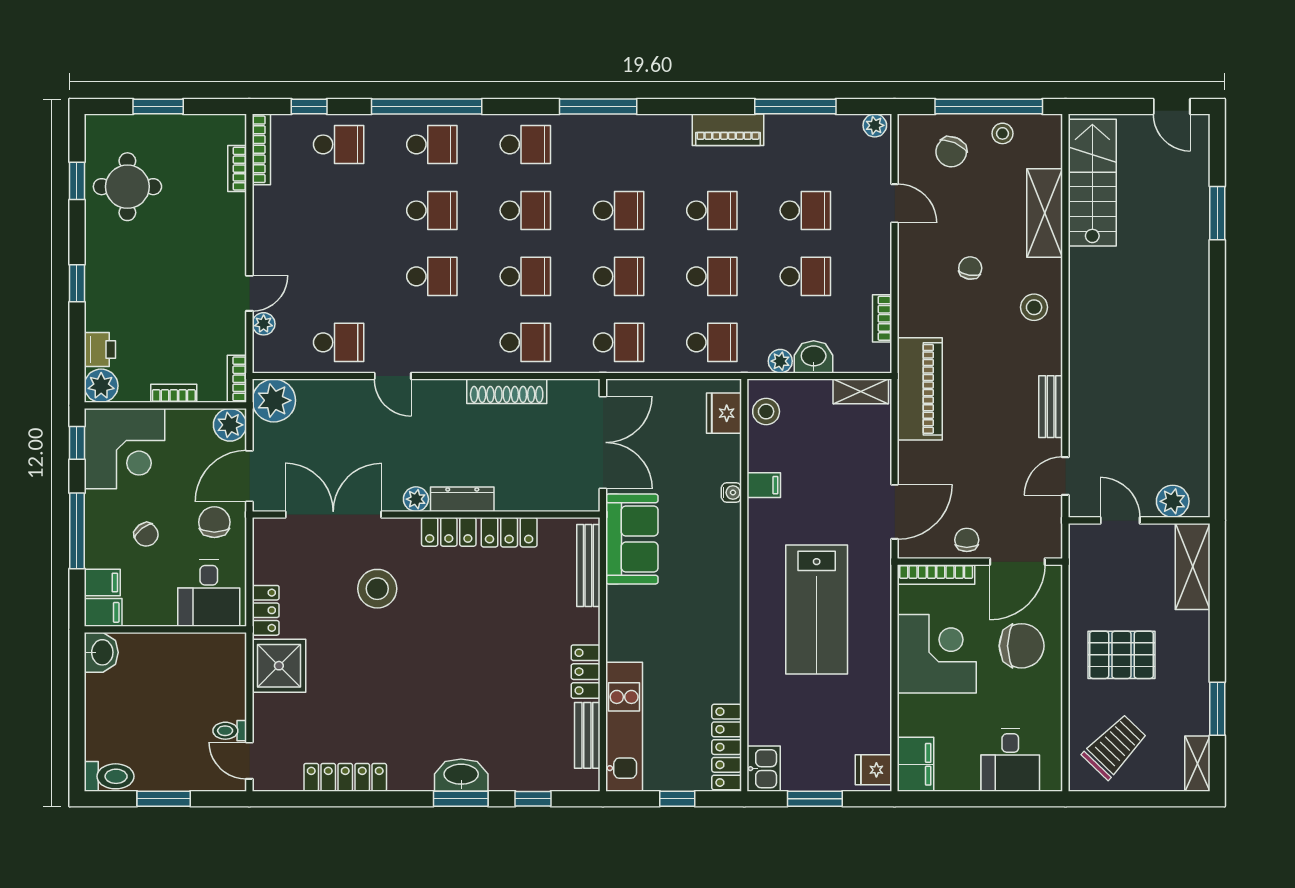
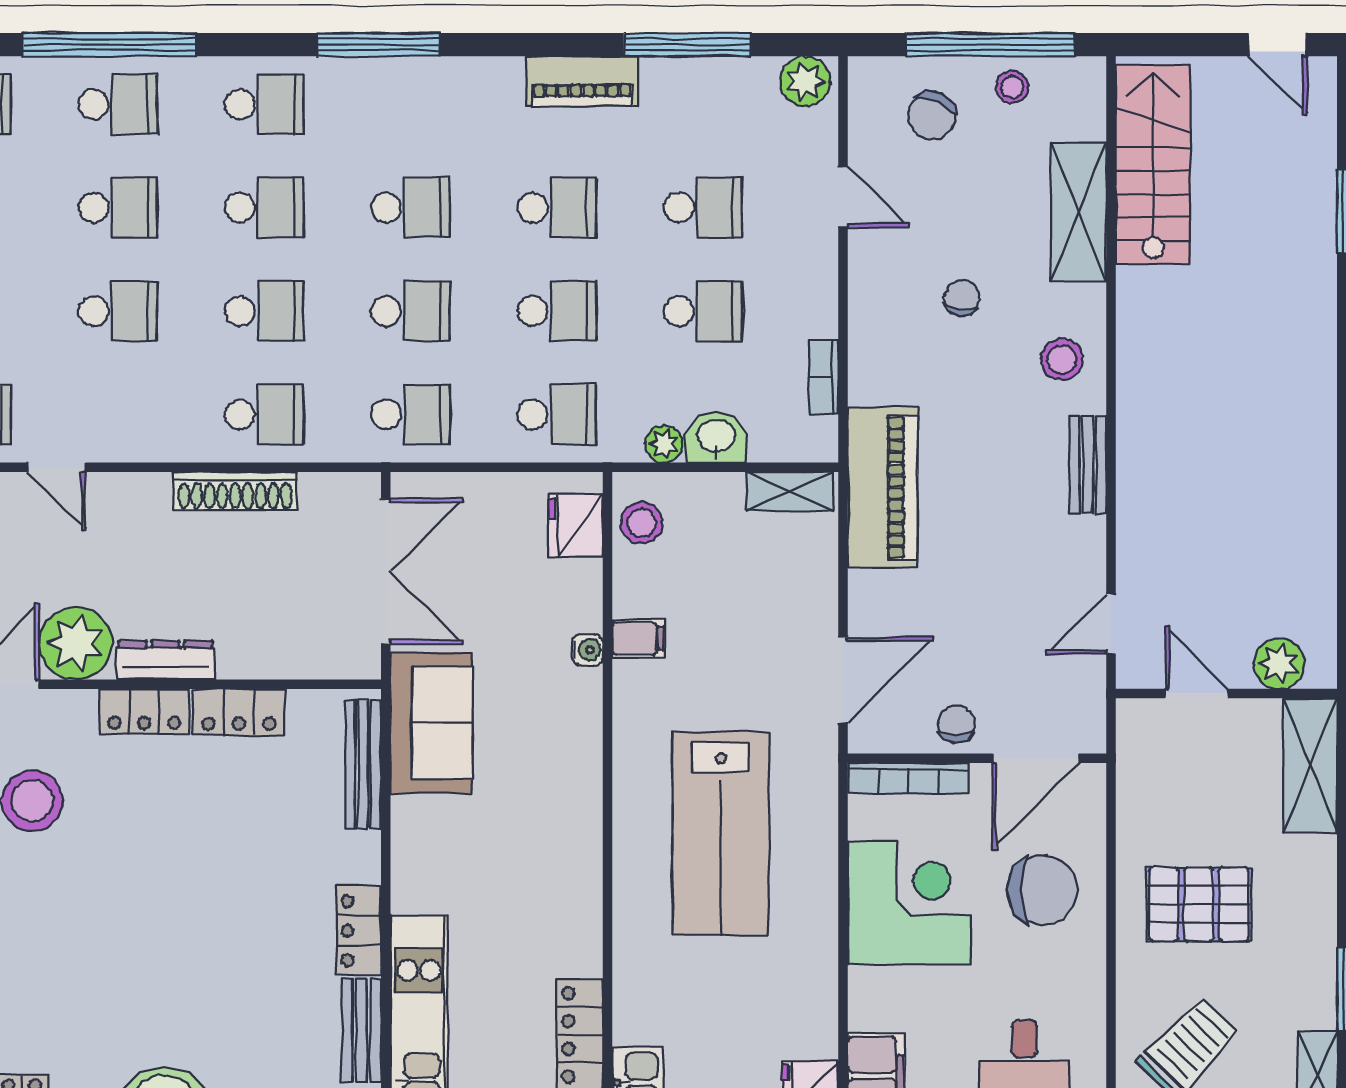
plant: (875, 125) -> (805, 81), width x1.38, depth x1.38
bench: (1051, 407) -> (1088, 465), moved
plant: (416, 499) -> (76, 643), width x1.88, depth x1.88

